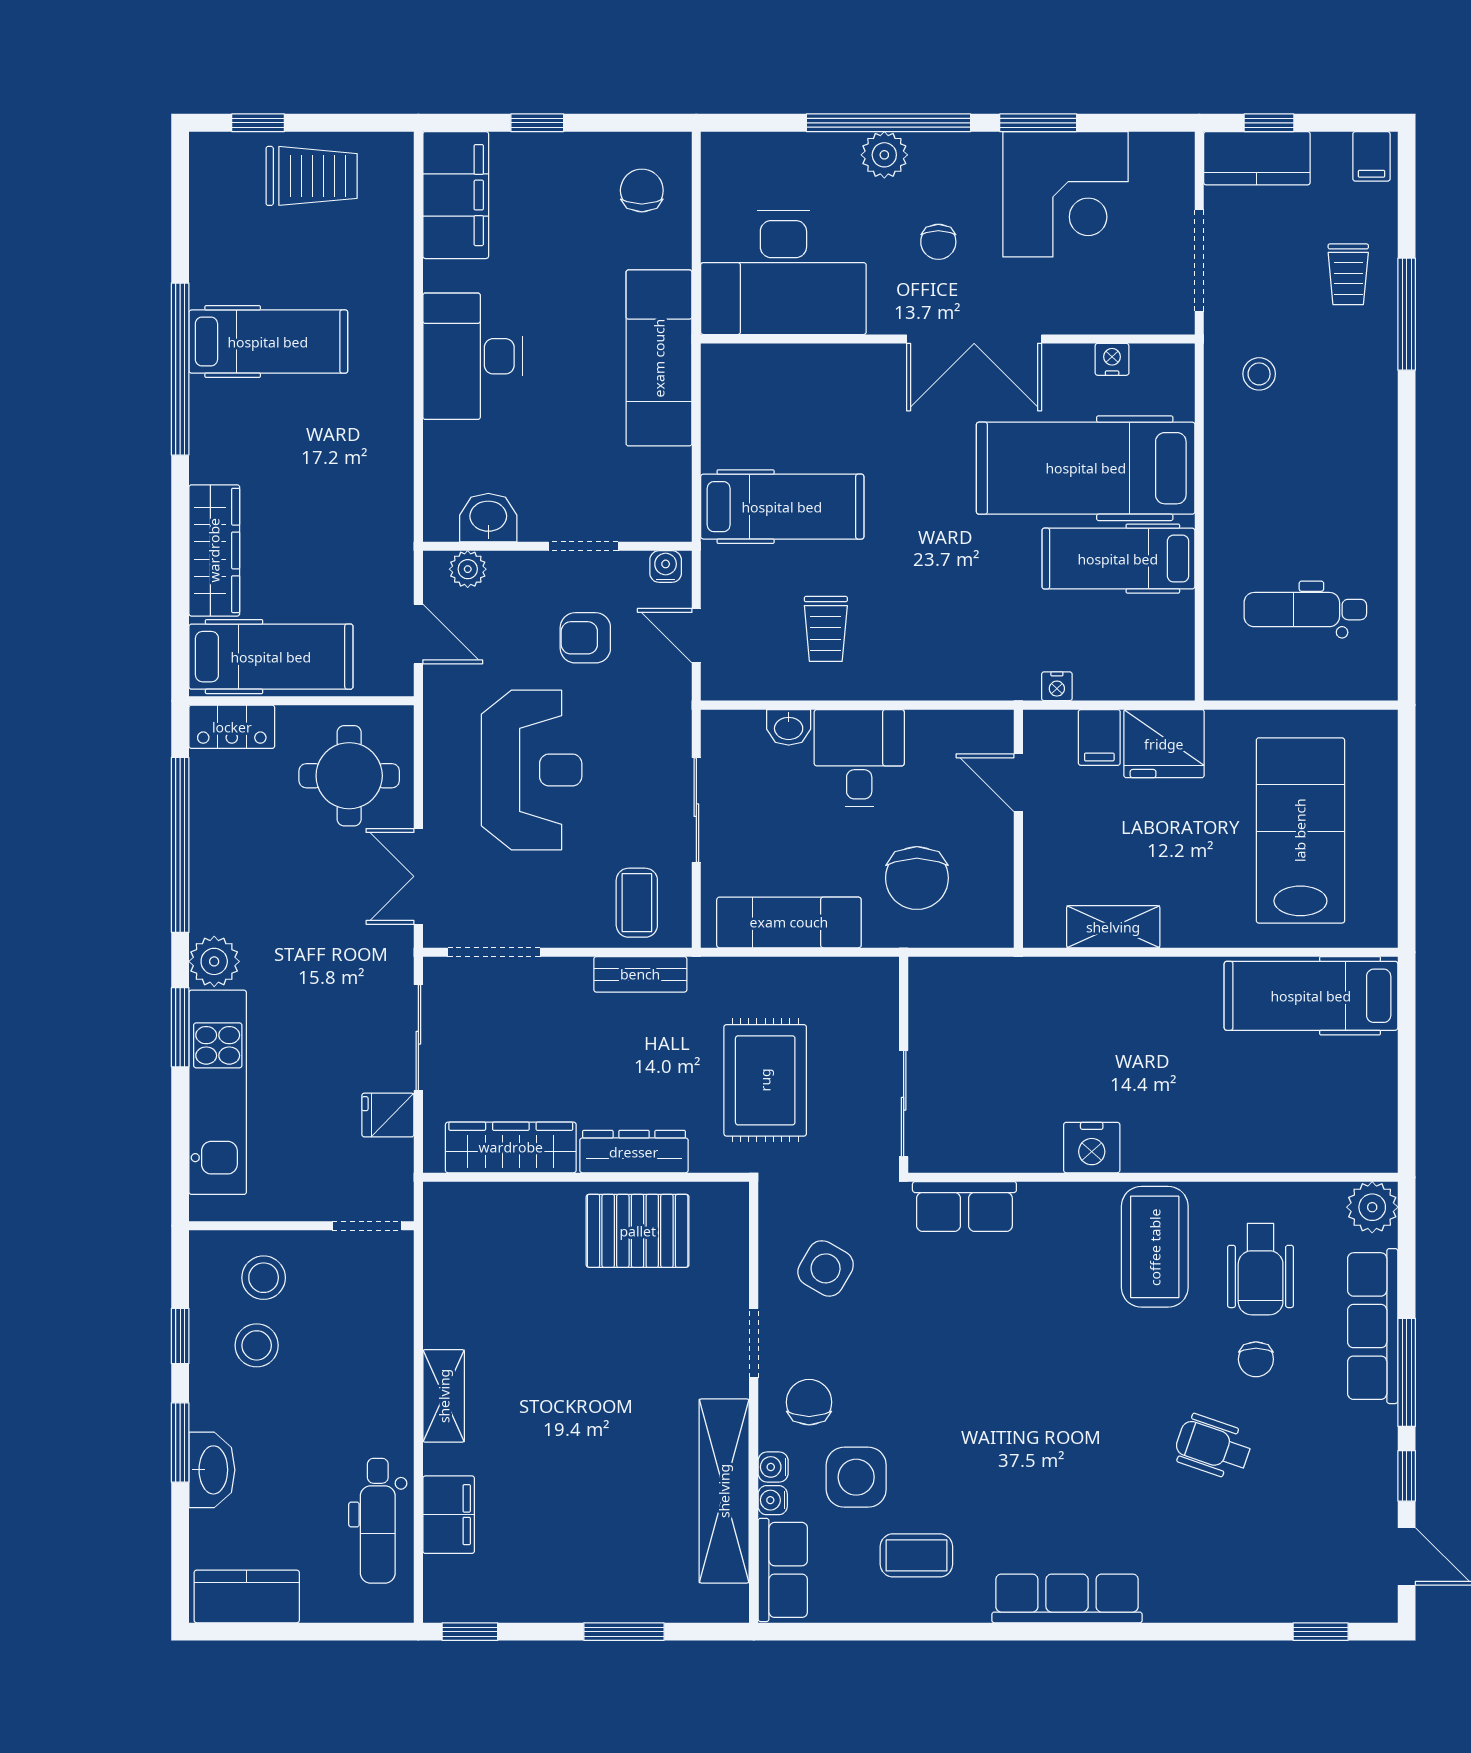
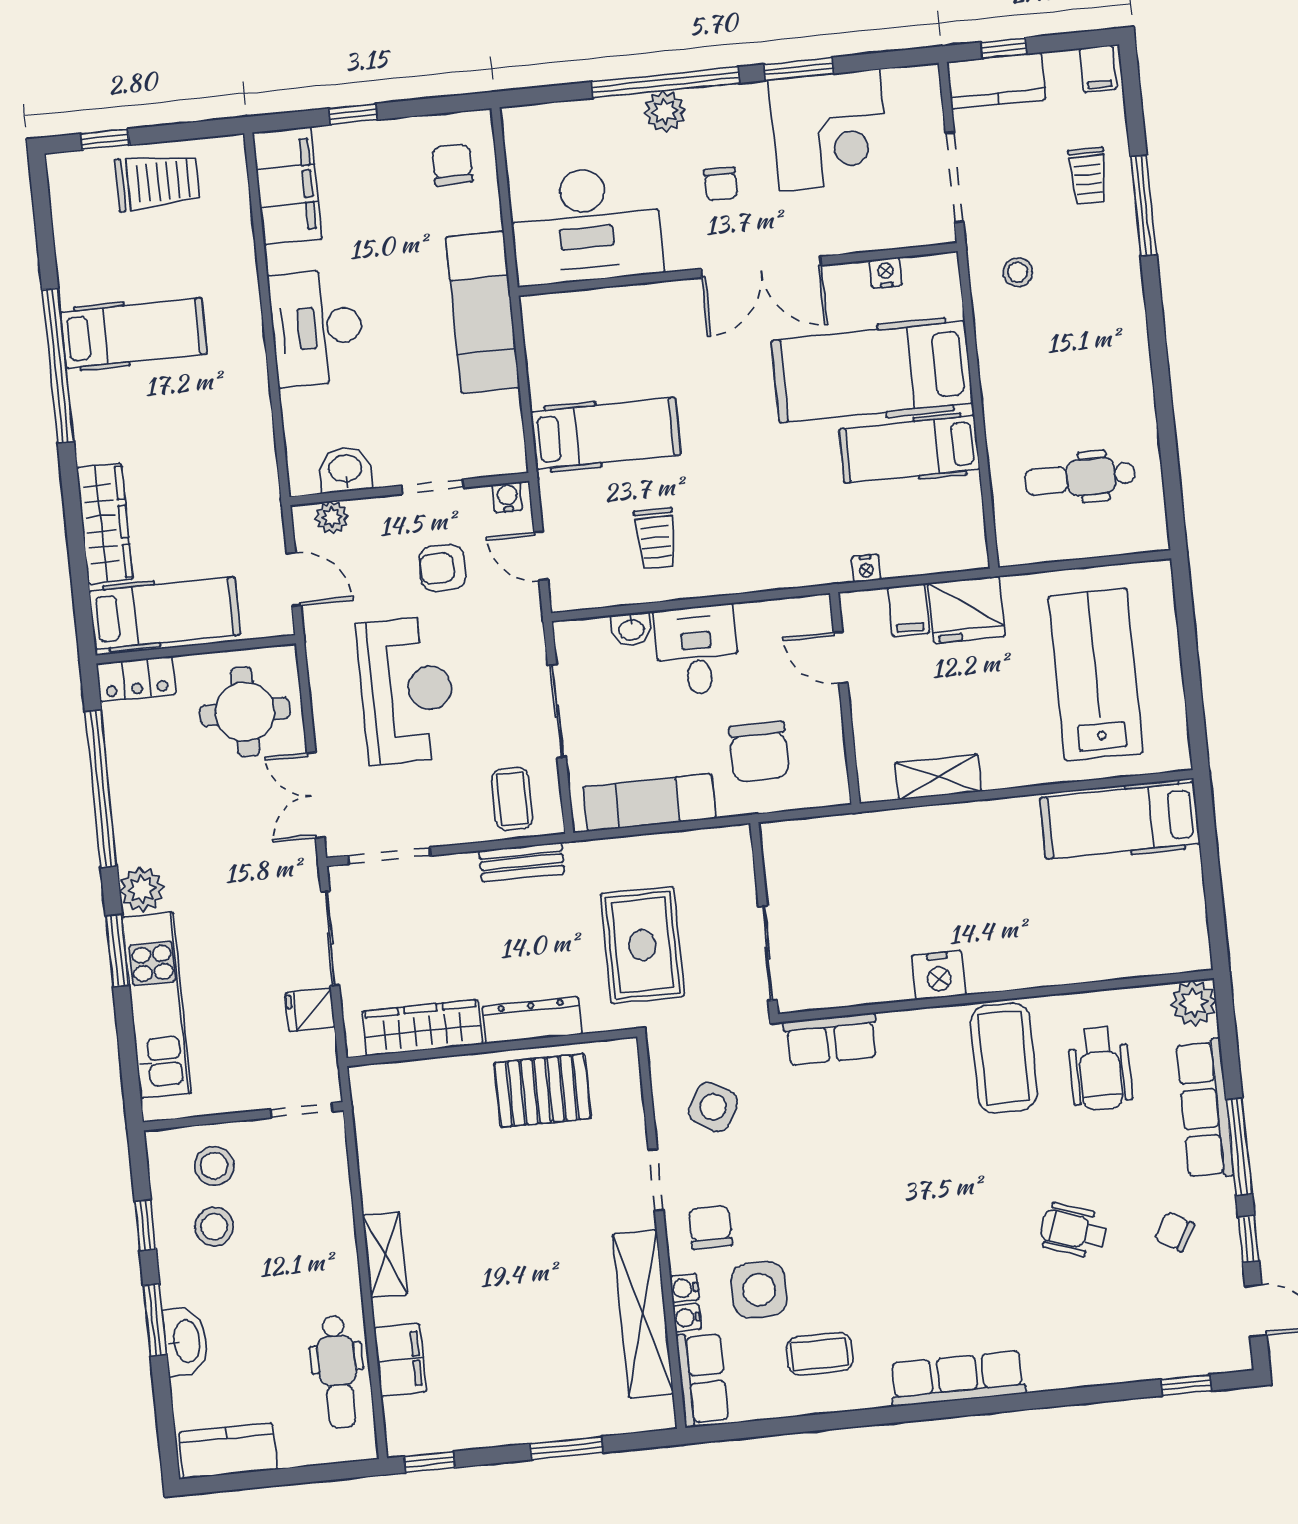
chair: (1256, 1359) -> (1174, 1232), moved, turned 120

